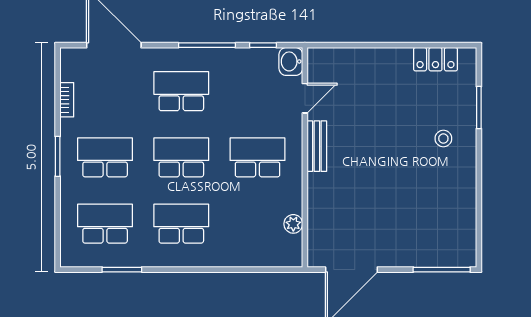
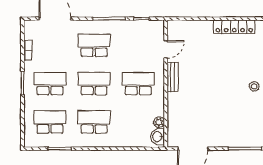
locker: (435, 59) -> (234, 27), width x1.53
washbasin: (291, 61) -> (158, 137), moved
stool: (443, 139) -> (254, 86), moved

